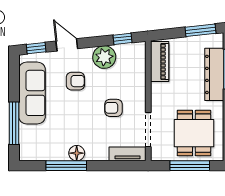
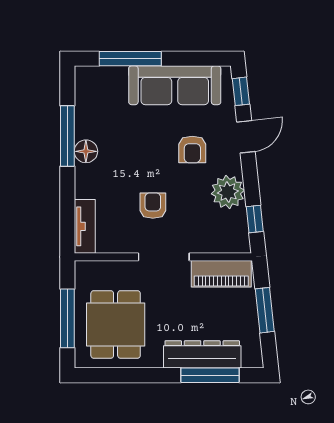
window: (200, 30) -> (265, 310), moved
doorway: (148, 130) -> (164, 257), moved
dining table: (194, 133) -> (116, 324), turned 90

